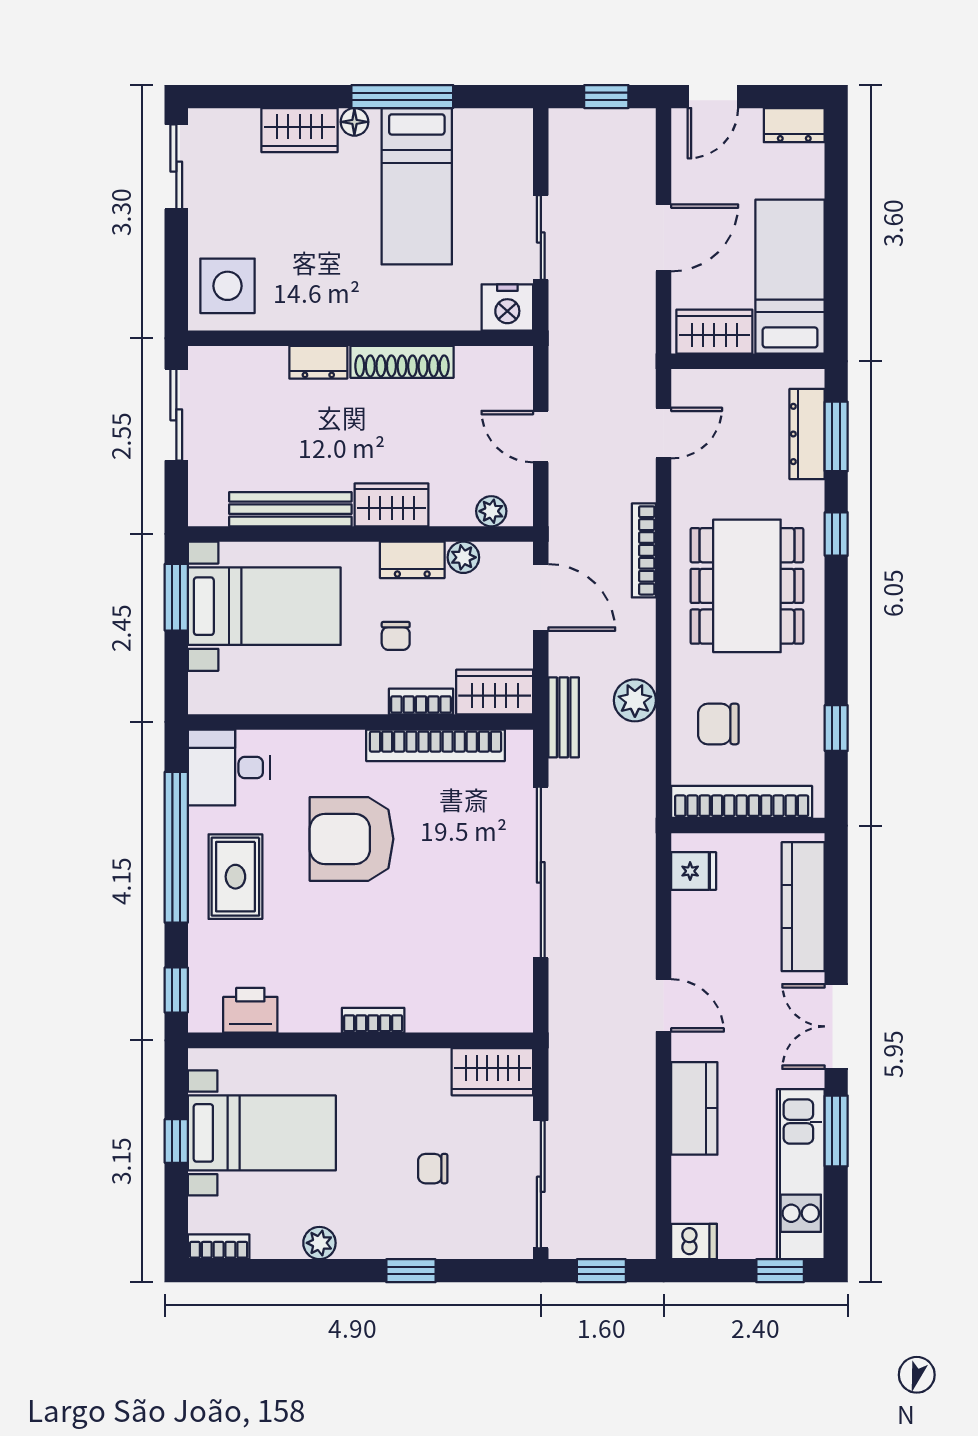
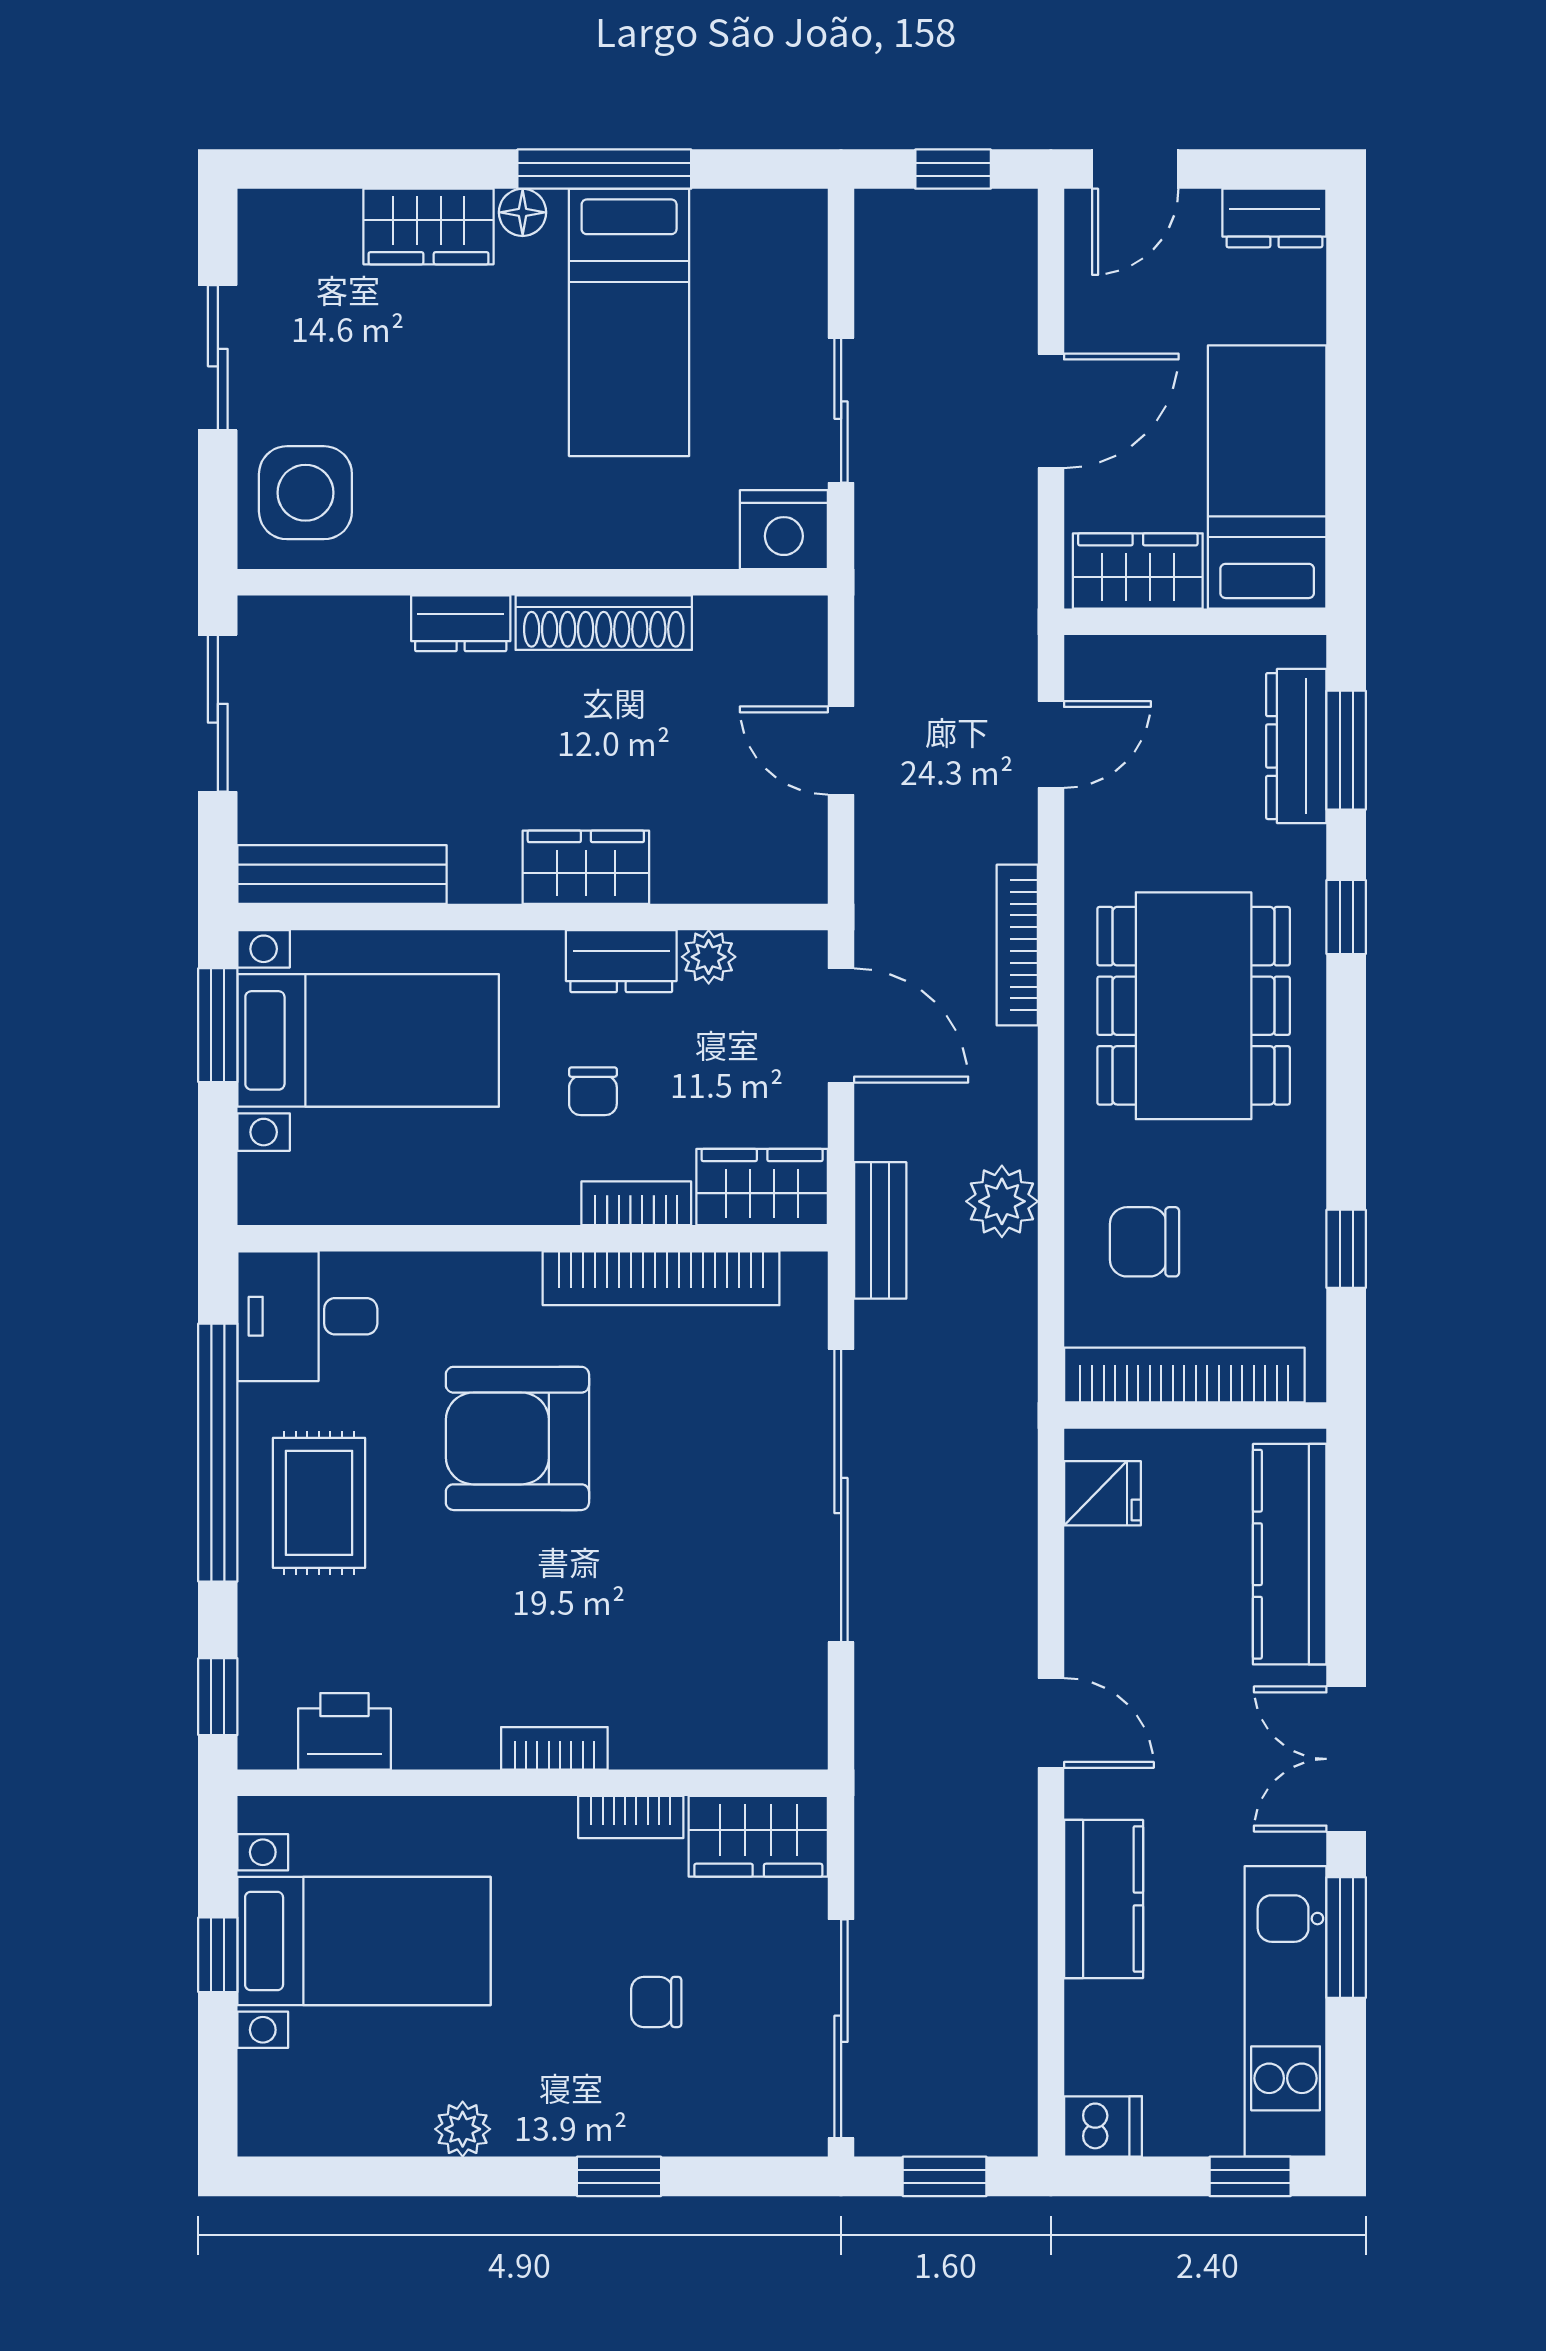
sliding door: (176, 167) -> (218, 358), moved
bench: (290, 509) -> (342, 874), moved
plant: (491, 511) -> (756, 878), removed
bookcase: (219, 1247) -> (631, 1817), moved, turned 180

